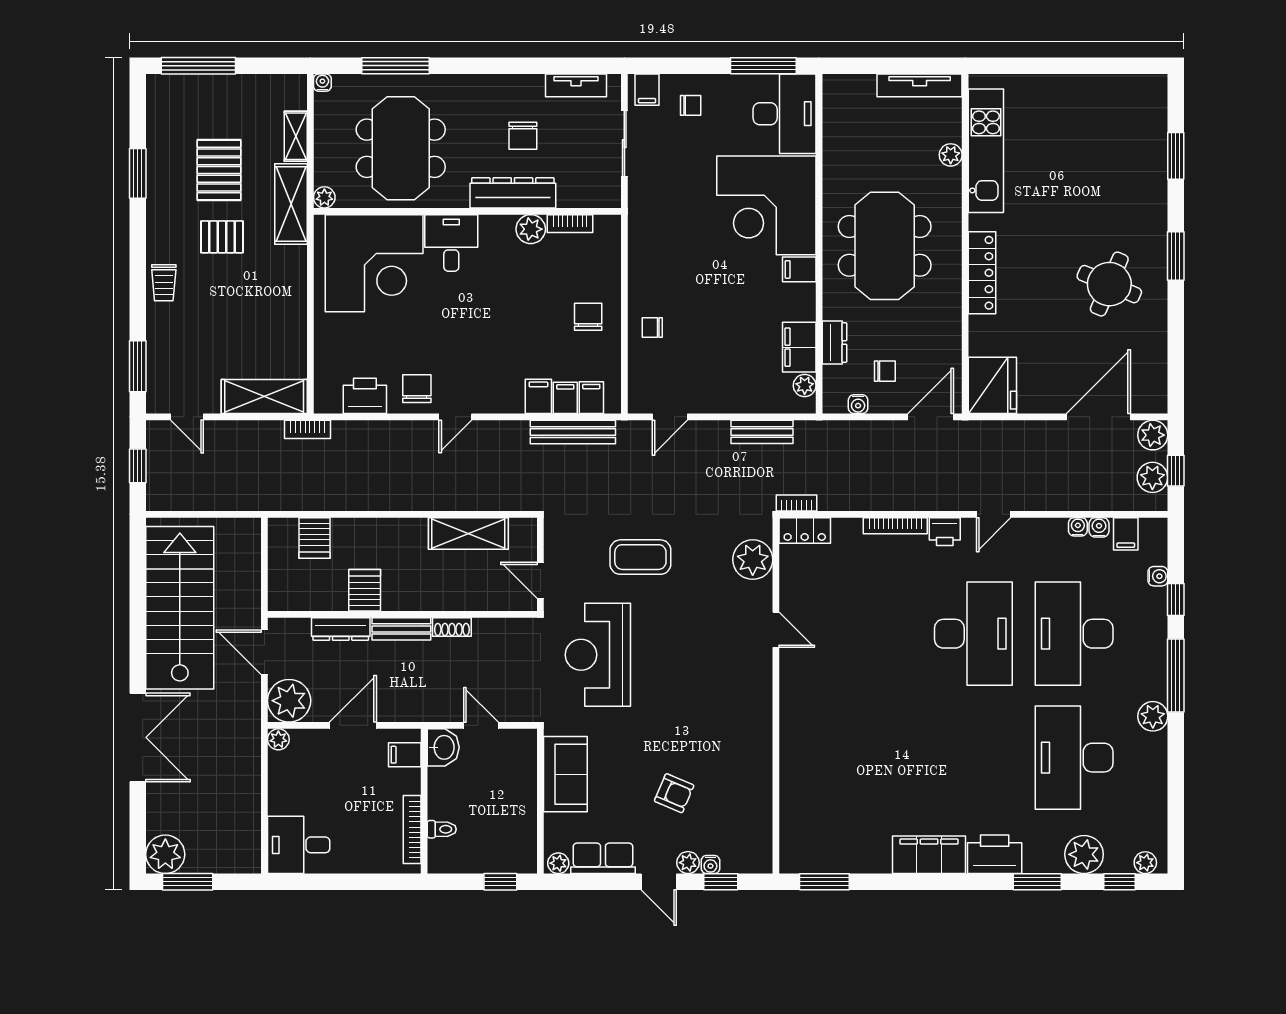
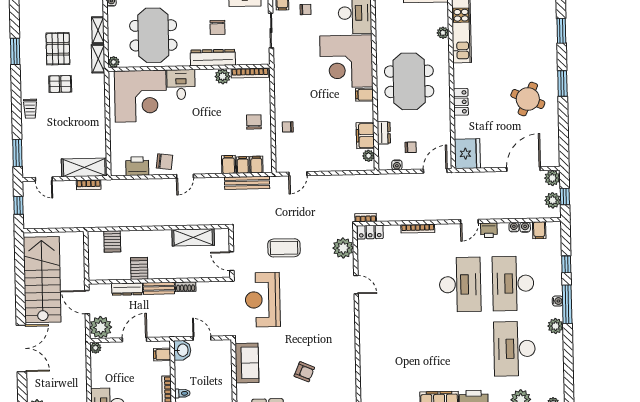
shelving: (291, 204) -> (98, 59), width x0.67, depth x0.75
bookcase: (570, 224) -> (250, 73), width x1.56
locker: (982, 273) -> (461, 102), width x0.66
chair: (417, 389) -> (164, 162), turned 97
bookcase: (308, 429) -> (89, 185), moved
bench: (762, 432) -> (347, 181), removed
printer: (945, 532) -> (489, 230), moved
water cooler: (1158, 576) -> (558, 301), moved

